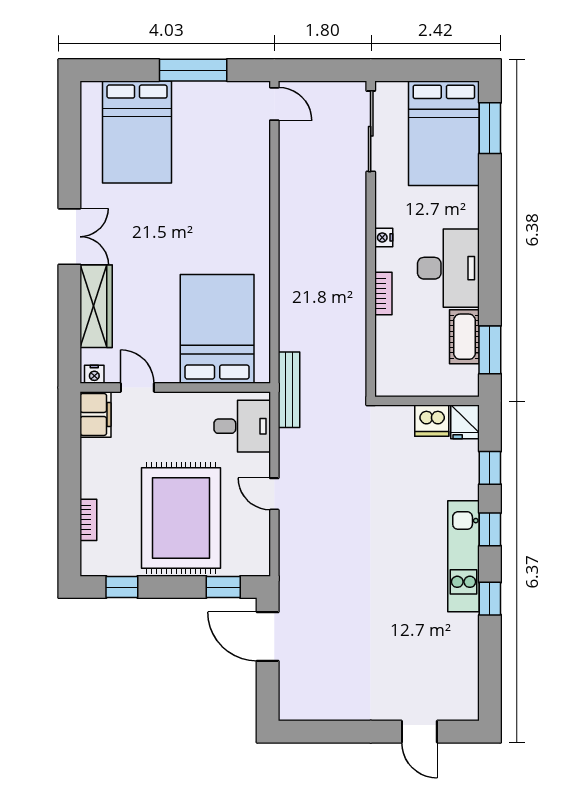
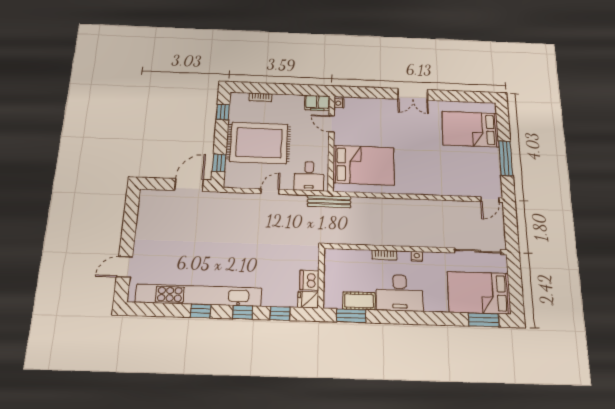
wardrobe: (96, 306) -> (376, 106), removed
door: (137, 387) -> (332, 124), swing flipped
kitchen unit: (464, 556) -> (199, 295), width x1.86

